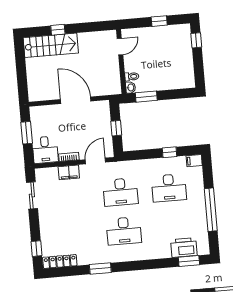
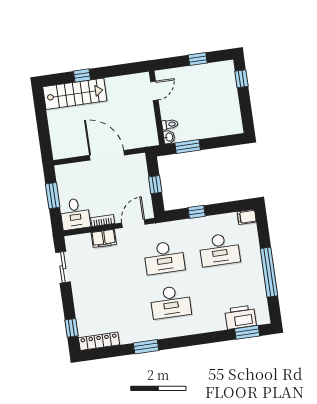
window: (170, 152) -> (197, 212), moved

